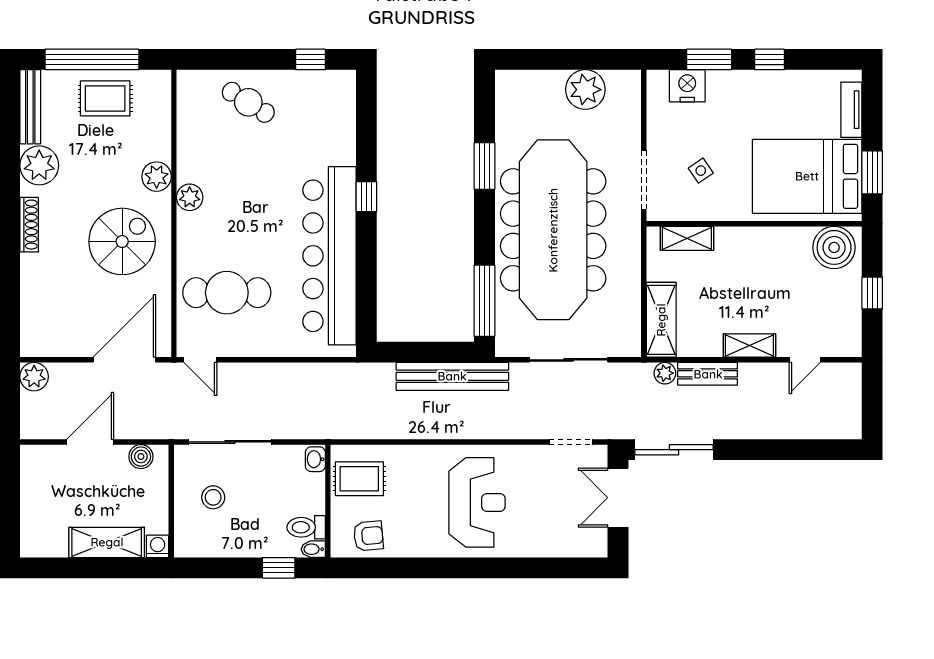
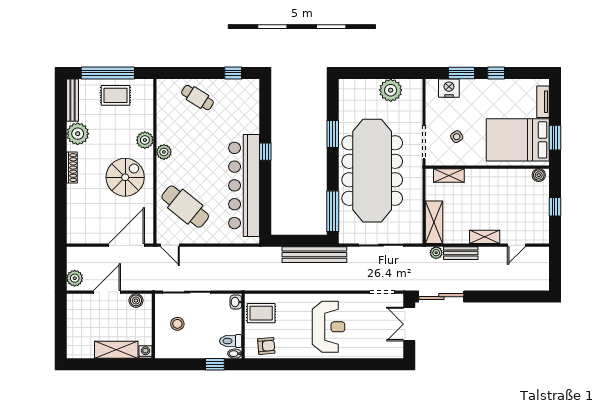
boiler: (834, 247) -> (539, 175), width x0.54, depth x0.54
cafe table: (227, 293) -> (185, 207), turned 39
plant: (34, 377) -> (75, 278), moved

